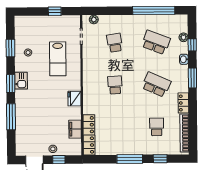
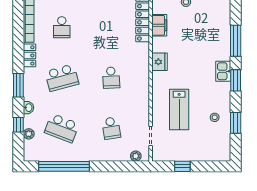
lab bench: (58, 59) -> (179, 110), turned 180
kitchen sink: (21, 81) -> (223, 71), moved
school desk: (156, 85) -> (62, 78), turned -39

